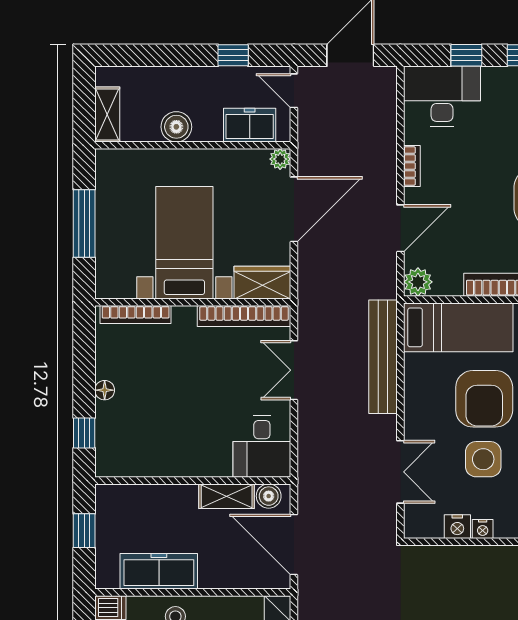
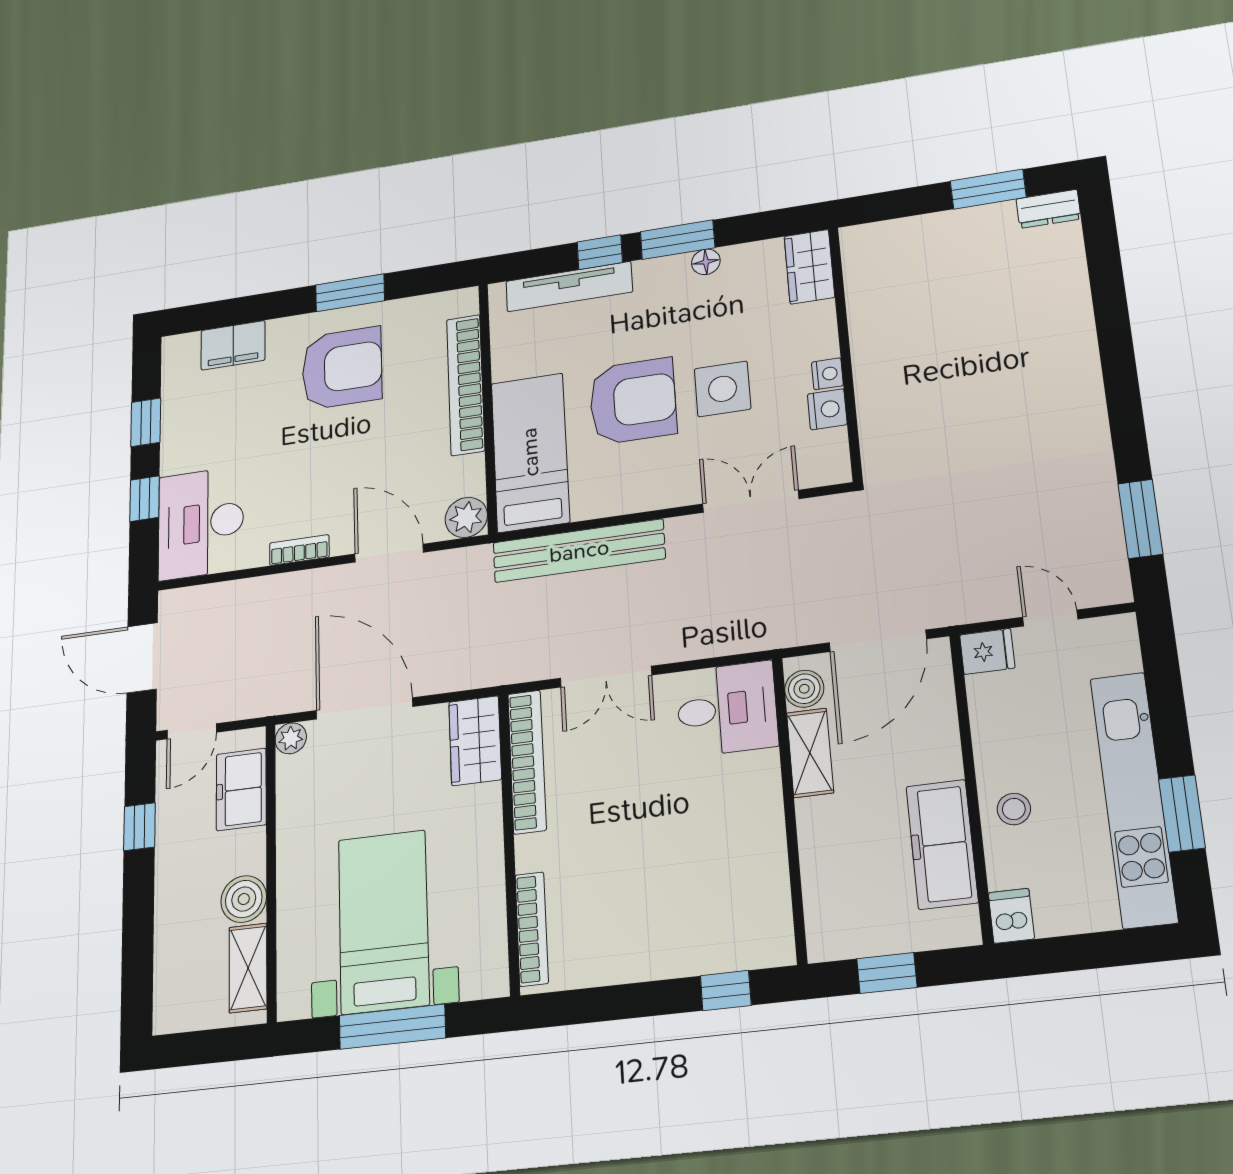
shelving: (107, 114) -> (248, 968), moved, turned 90
bed with nightstands: (184, 243) -> (383, 922), moved, turned 90
floor lamp: (105, 390) -> (654, 965), removed

